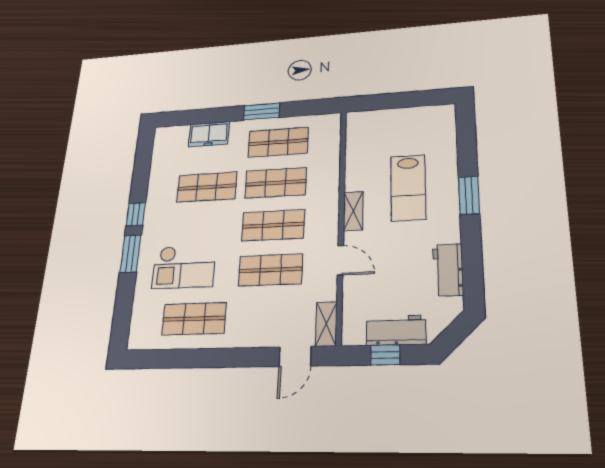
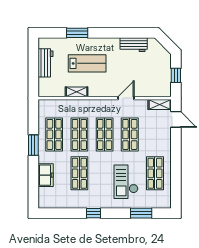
window: (469, 195) -> (77, 33), moved
shelving: (353, 211) -> (77, 92), moved
window: (130, 254) -> (141, 213), moved
checkout: (184, 267) -> (126, 182), turned 180
workbench: (396, 330) -> (45, 63), moved, turned 180

